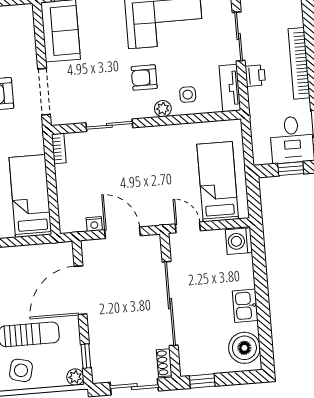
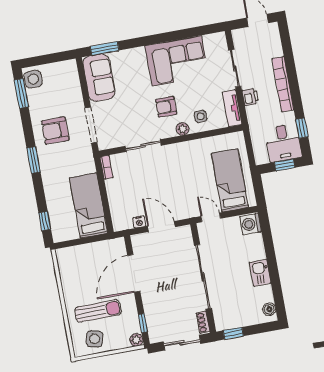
boiler: (244, 348) -> (269, 309), width x0.54, depth x0.54

